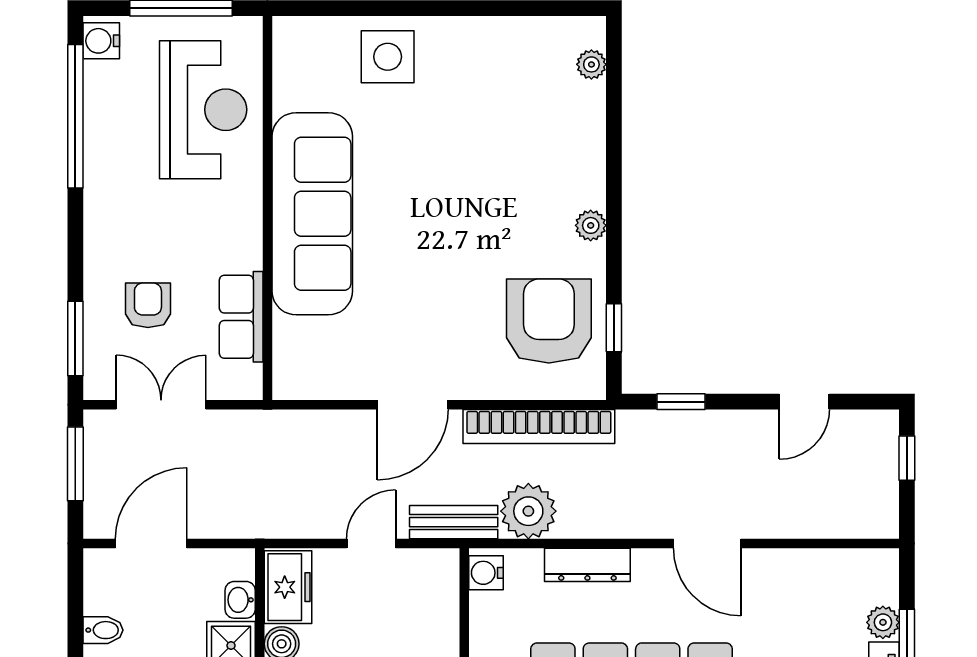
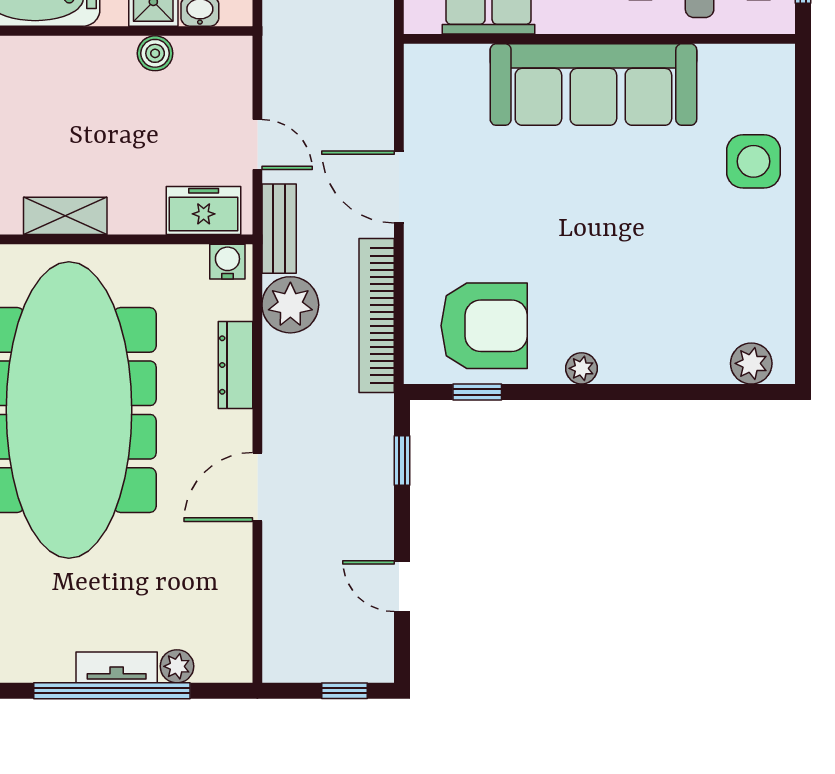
plant: (591, 64) -> (751, 363), width x1.38, depth x1.38
freezer: (288, 587) -> (204, 211), moved, turned 180

